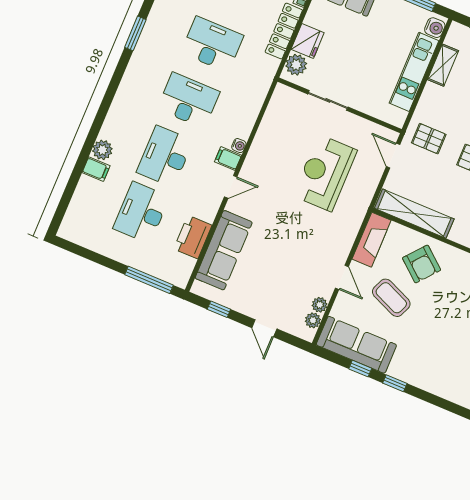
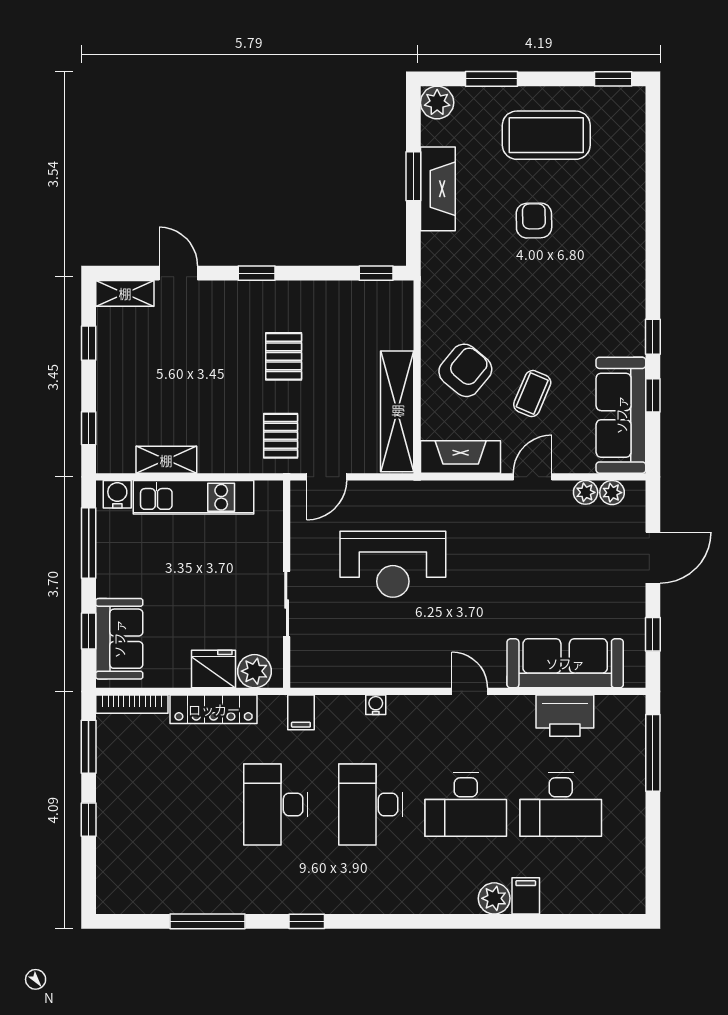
window: (135, 33) -> (307, 921), width x0.67
water cooler: (239, 146) -> (376, 705), moved
filing cabinet: (228, 159) -> (301, 712), moved
coffee table: (391, 298) -> (532, 394), width x0.73, depth x0.77
door: (264, 328) -> (653, 558), width x1.38

